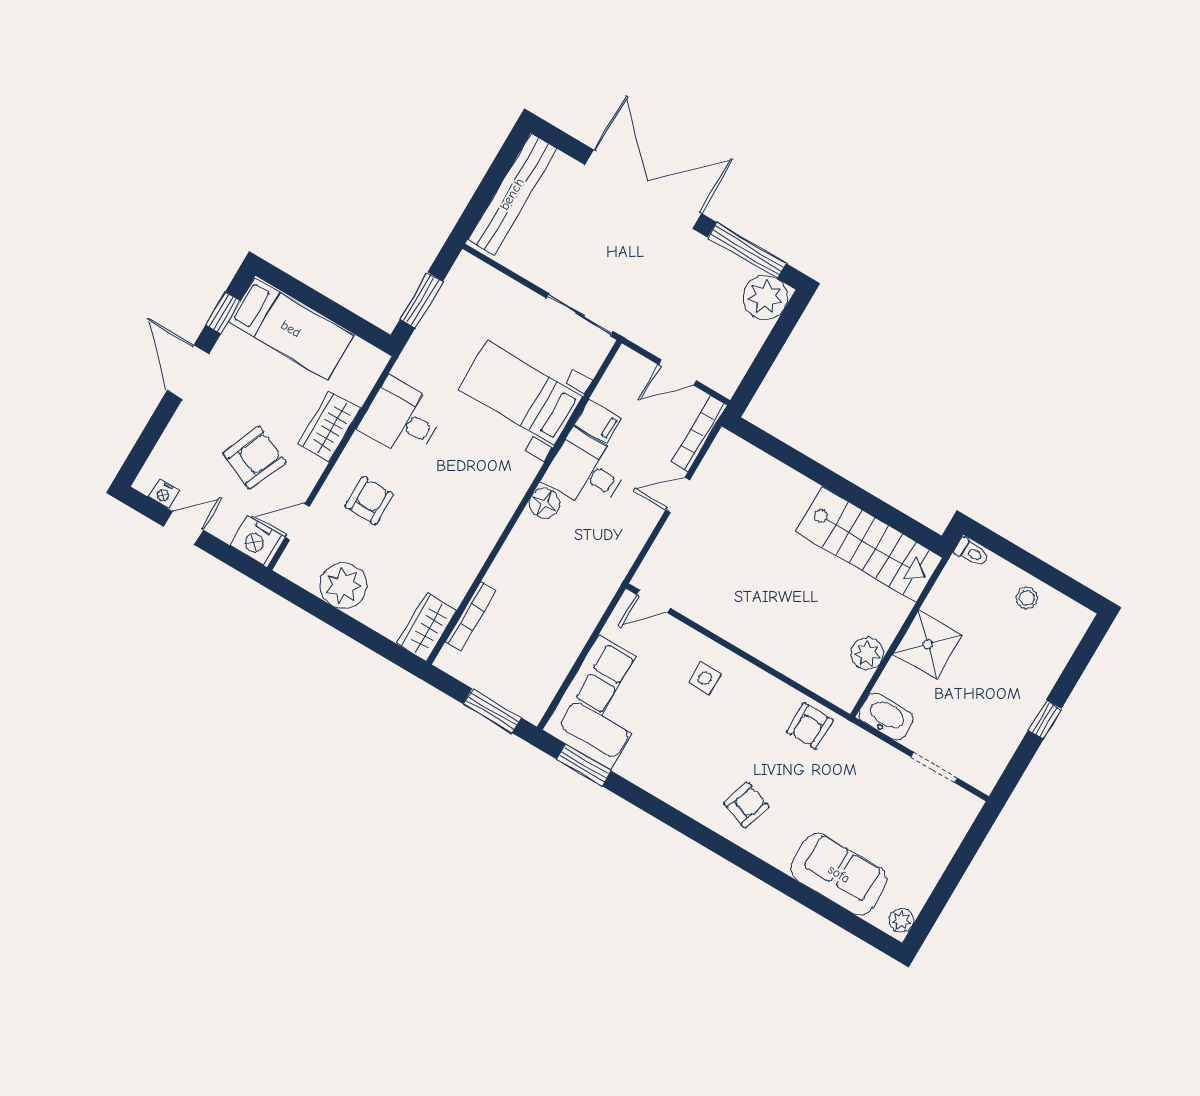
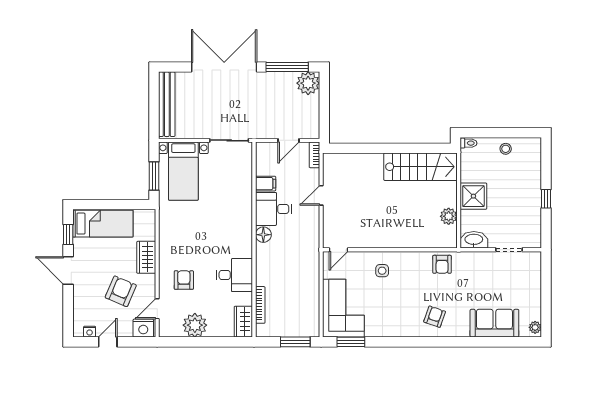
bed with nightstands: (520, 393) -> (183, 171), moved, turned -90
desk: (402, 419) -> (234, 275), moved, turned 180
bookcase: (699, 434) -> (314, 155), width x0.64

